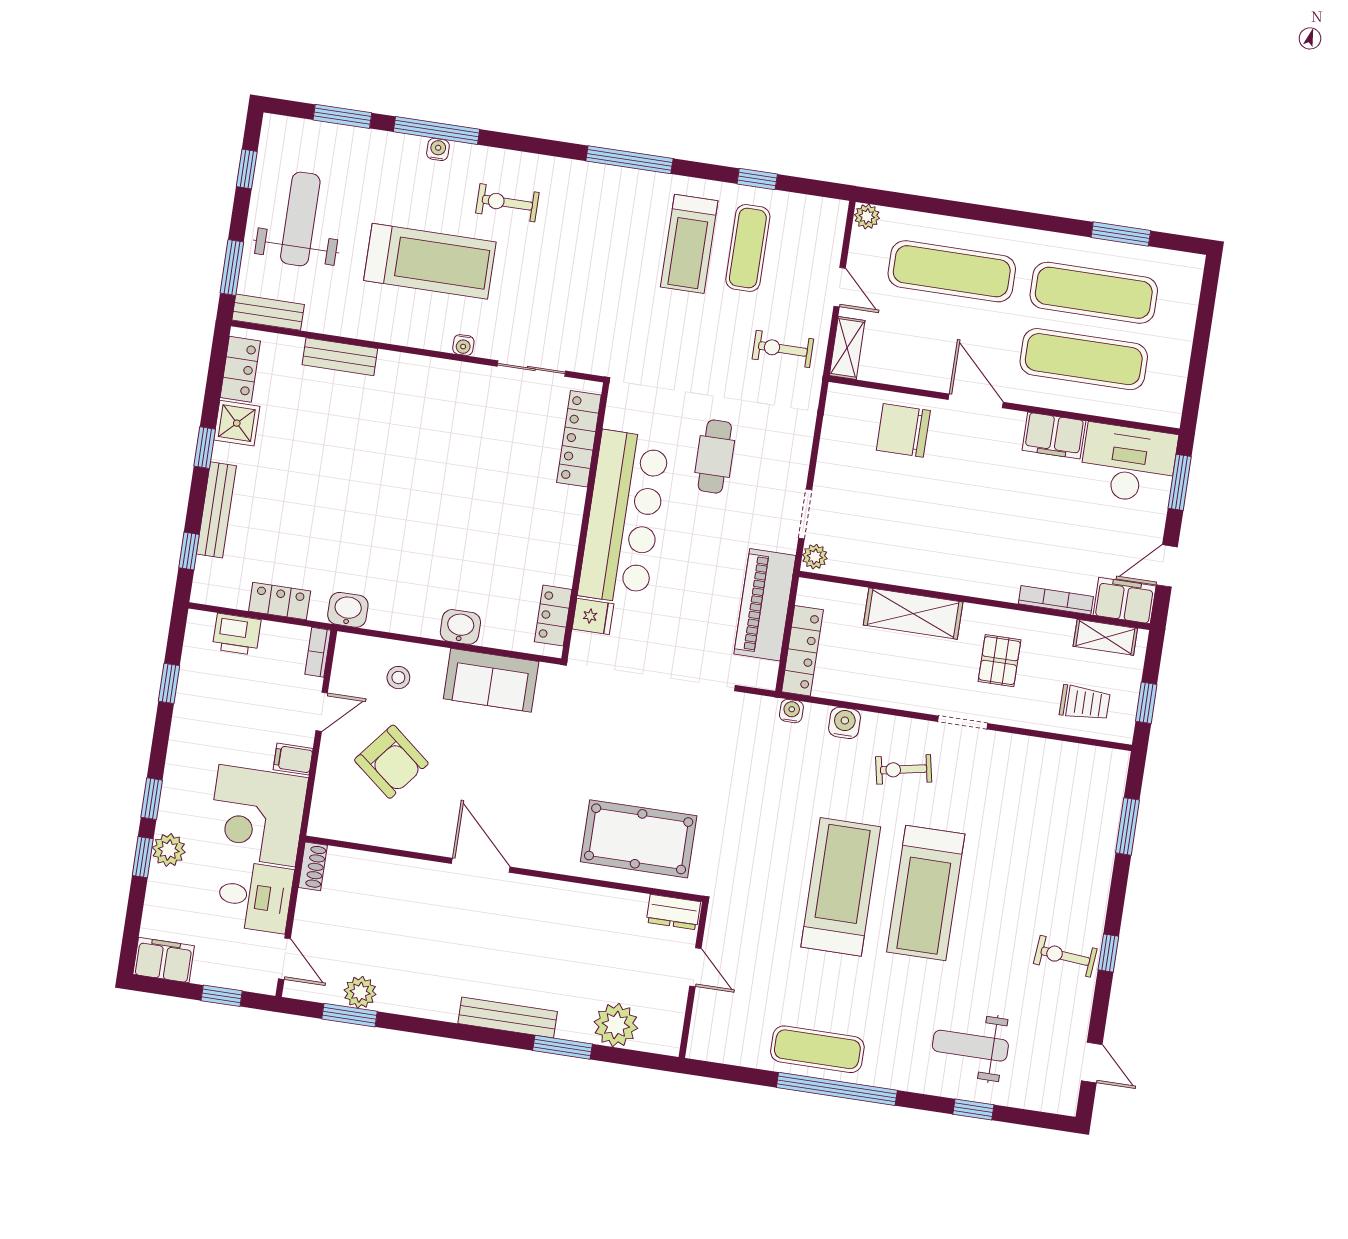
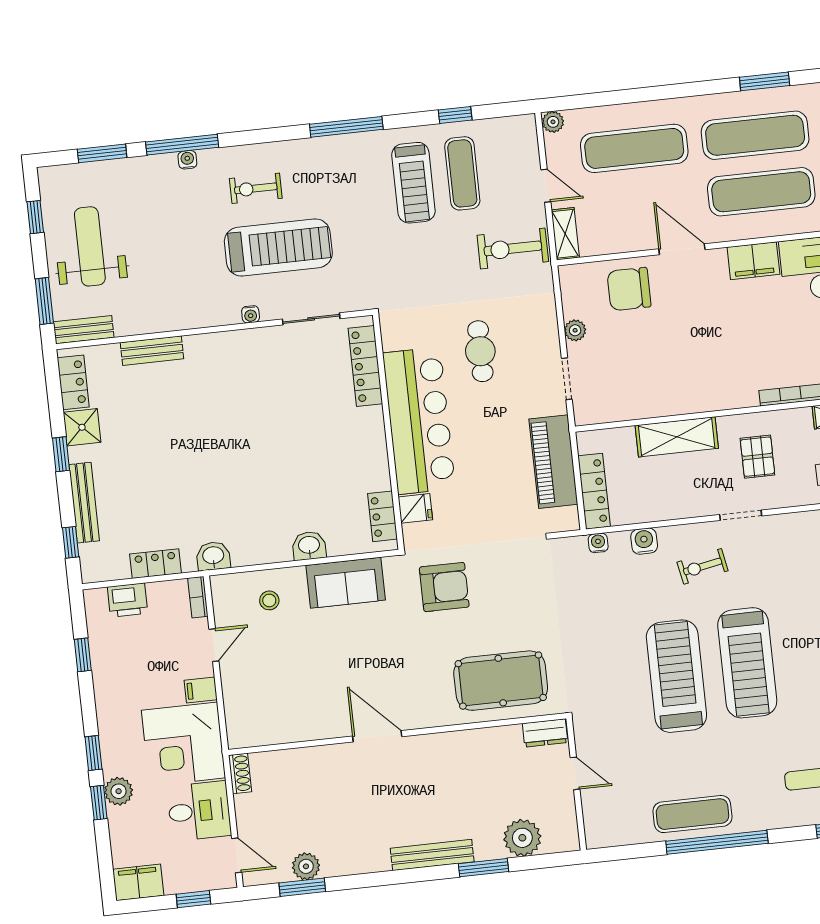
treadmill: (430, 261) -> (278, 247), moved
exercise bike: (783, 349) -> (513, 248), width x1.38, depth x1.39
plant: (815, 557) -> (575, 330), moved
armchair: (391, 762) -> (444, 587), moved, turned -39

